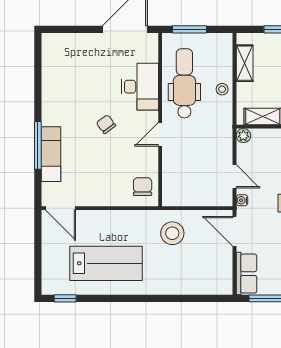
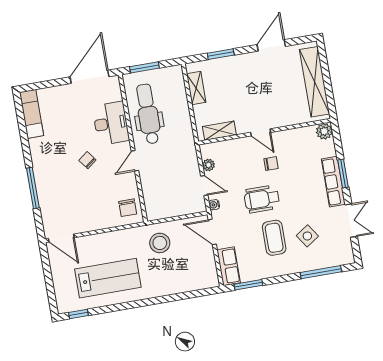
stool: (222, 89) -> (181, 113), removed
plant: (243, 136) -> (209, 165), moved
exam couch: (51, 154) -> (32, 114), moved
chair: (143, 187) -> (128, 208), turned 180

